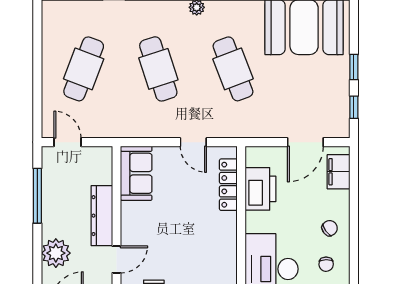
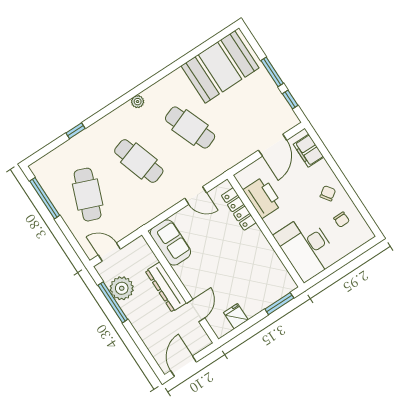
window: (37, 44) -> (45, 198), added
window: (354, 67) -> (272, 72), width x1.50
plant: (56, 253) -> (122, 288), moved

